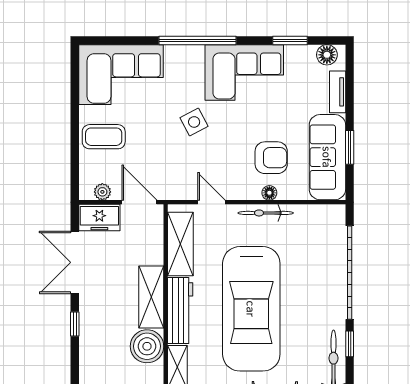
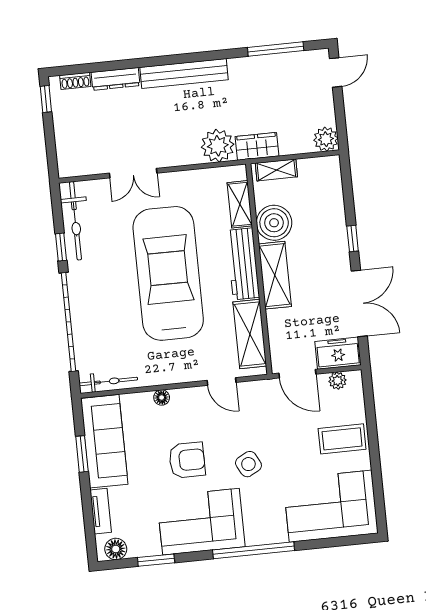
armchair: (271, 158) -> (187, 460), moved, turned 180
bicycle: (266, 213) -> (108, 381), moved

